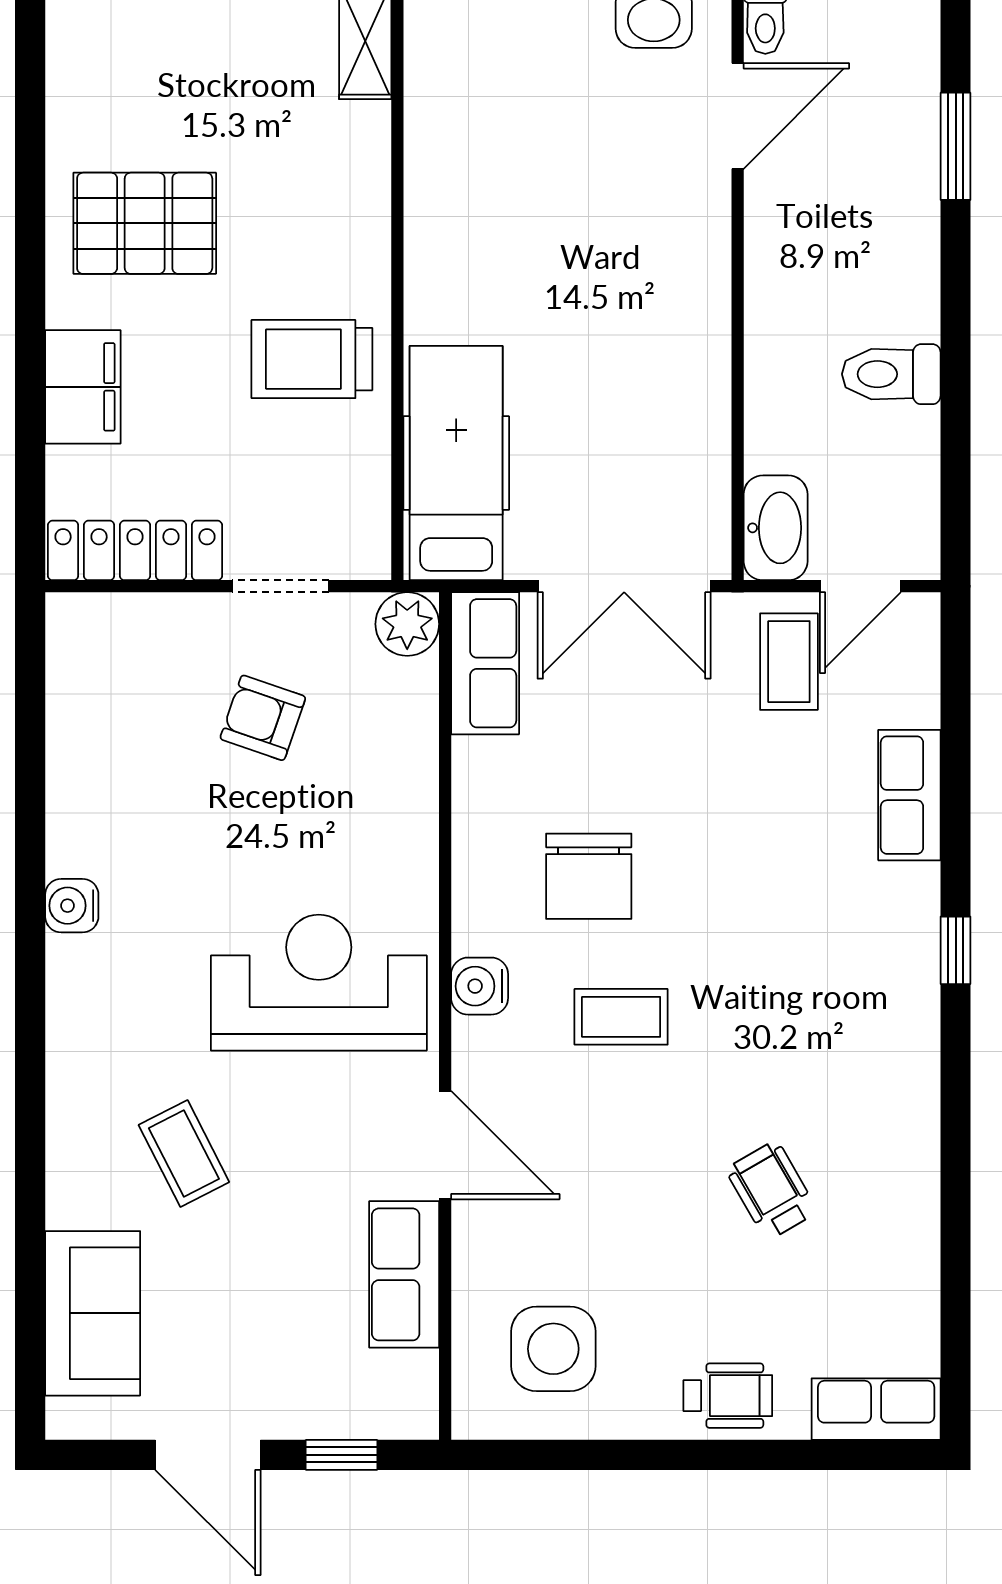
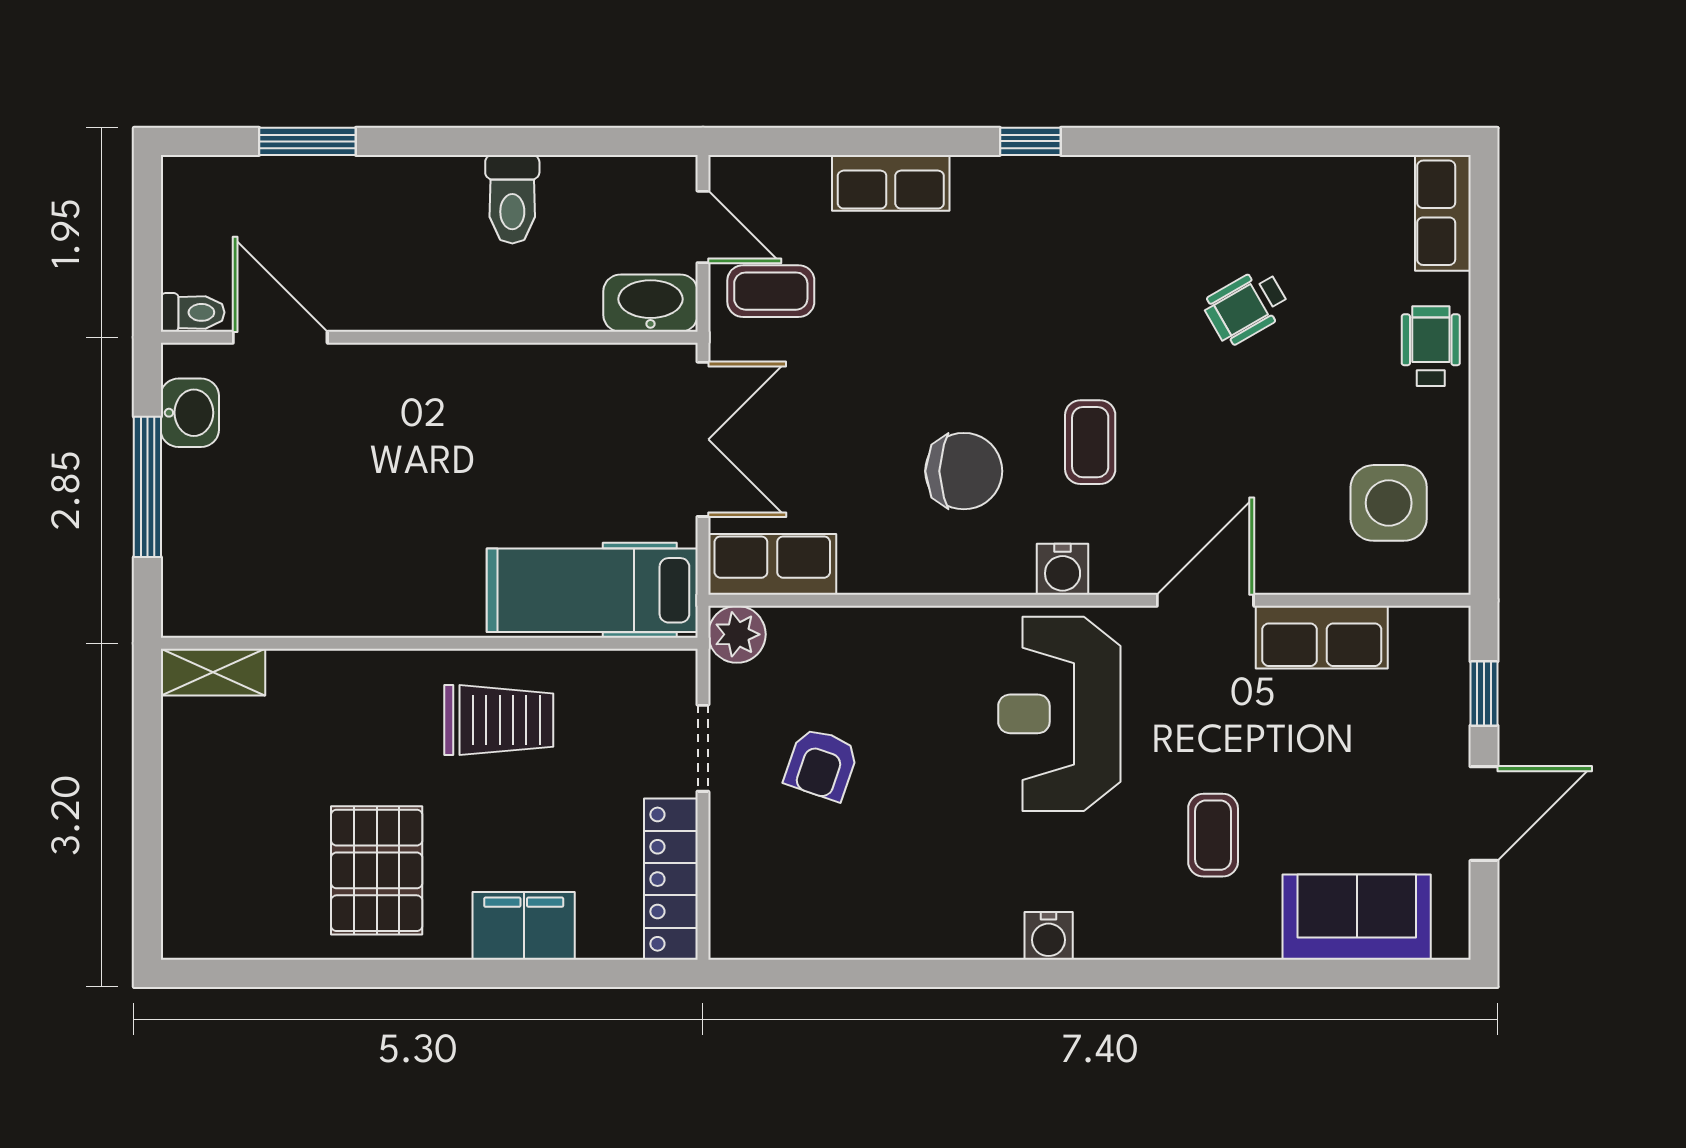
trolley: (312, 359) -> (499, 720), turned -90
water cooler: (72, 906) -> (1049, 936), moved
coffee table: (184, 1153) -> (1213, 835), turned -63

